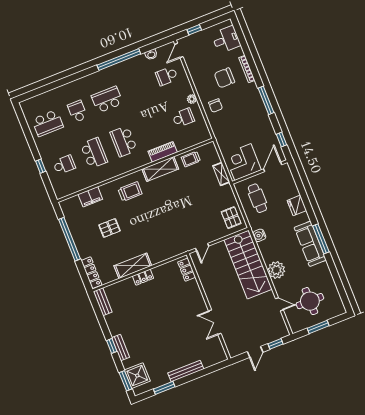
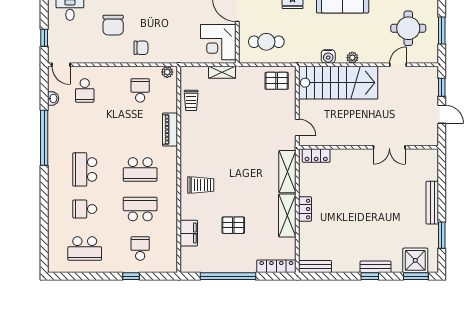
plant: (192, 99) -> (167, 72), moved
school desk: (48, 123) -> (85, 249), turned 90
shelving: (160, 169) -> (287, 172), moved
trolley: (130, 191) -> (201, 185), turned 90
pallet: (109, 228) -> (233, 225), turned 90
water cooler: (259, 235) -> (328, 56), moved
plant: (276, 270) -> (352, 58), width x0.53, depth x0.53

